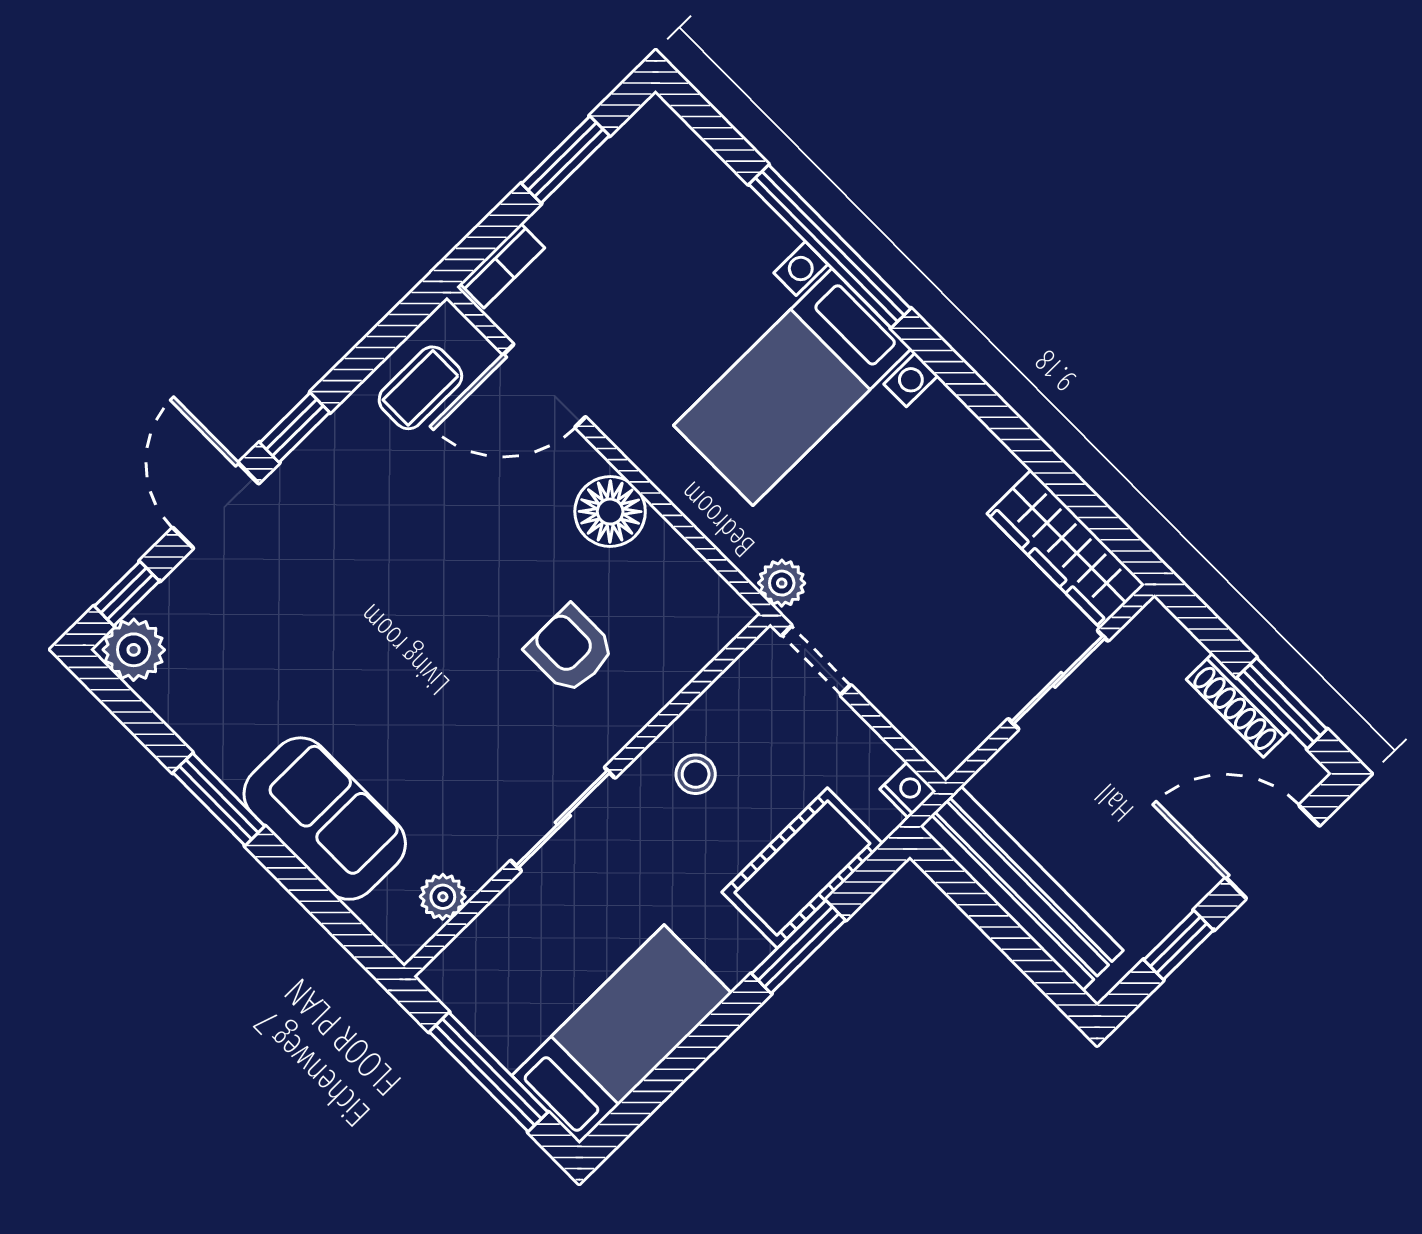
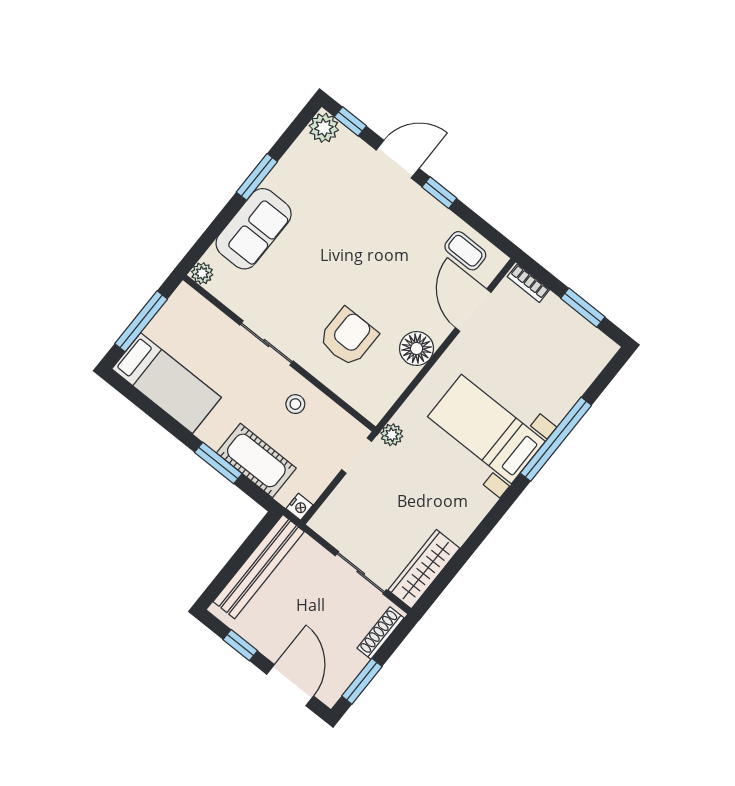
armchair: (570, 650) -> (348, 337), width x1.38, depth x1.38
shoe rack: (1238, 705) -> (380, 633), moved
plant: (443, 897) -> (202, 273), moved

